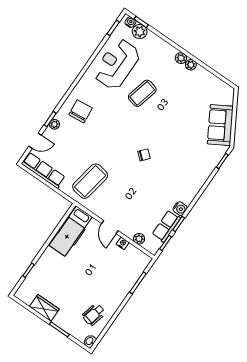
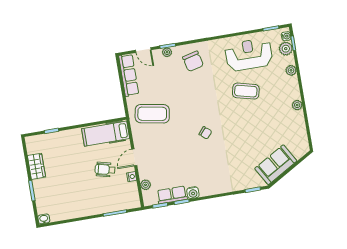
plant: (181, 58) -> (291, 70), moved
chair: (81, 111) -> (193, 61), turned 82
wheelchair: (94, 314) -> (105, 170), moved

